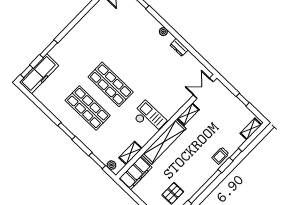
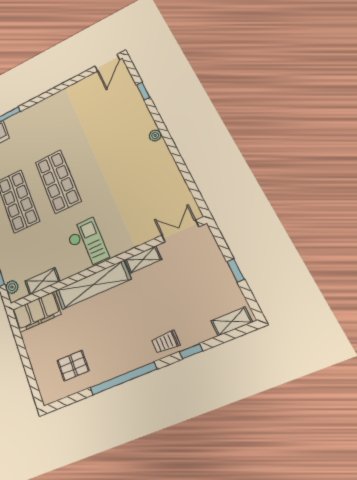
dresser: (179, 47) -> (168, 163), removed

